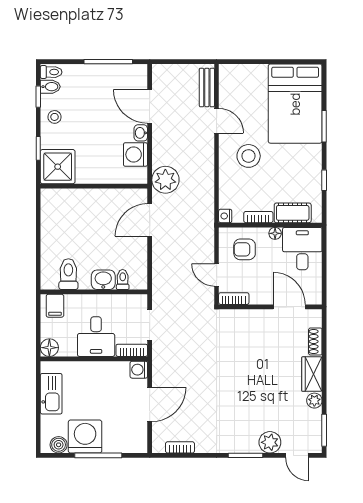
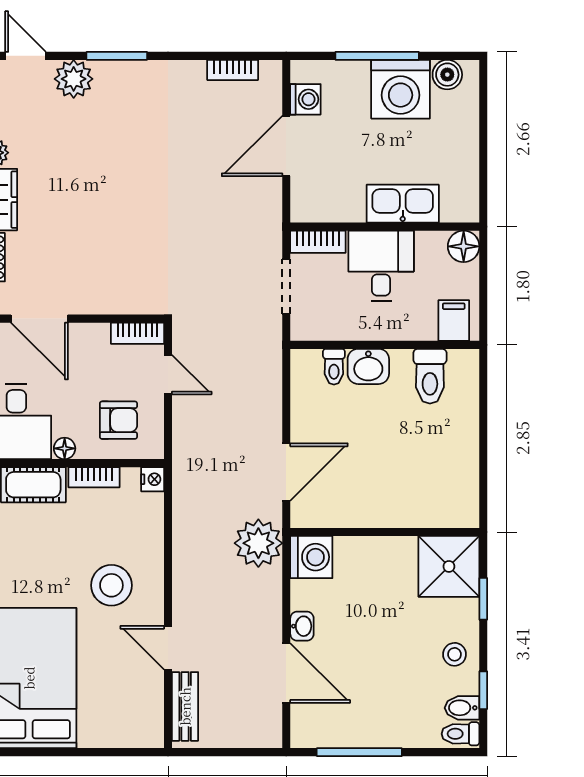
washing machine: (135, 155) -> (311, 557), moved
washing machine: (139, 370) -> (305, 99), moved
kitchen sink: (51, 394) -> (403, 204), moved, turned 90

